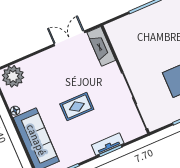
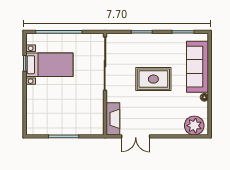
rug: (77, 107) -> (153, 79), width x1.36, depth x1.43
tv unit: (108, 144) -> (142, 38), removed

